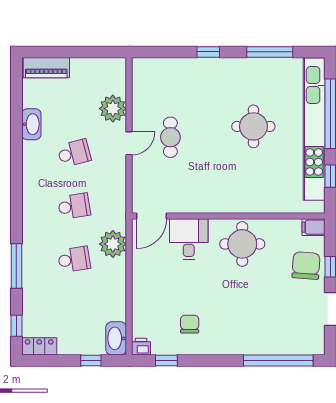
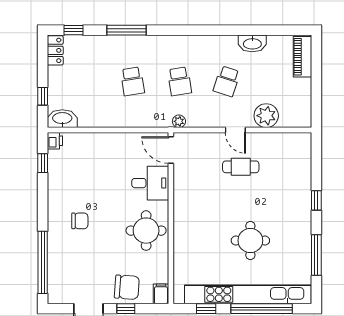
school desk: (74, 153) -> (227, 81), turned 33
plant: (113, 244) -> (179, 121), moved, width x0.53, depth x0.53
chair: (190, 324) -> (80, 221), moved

